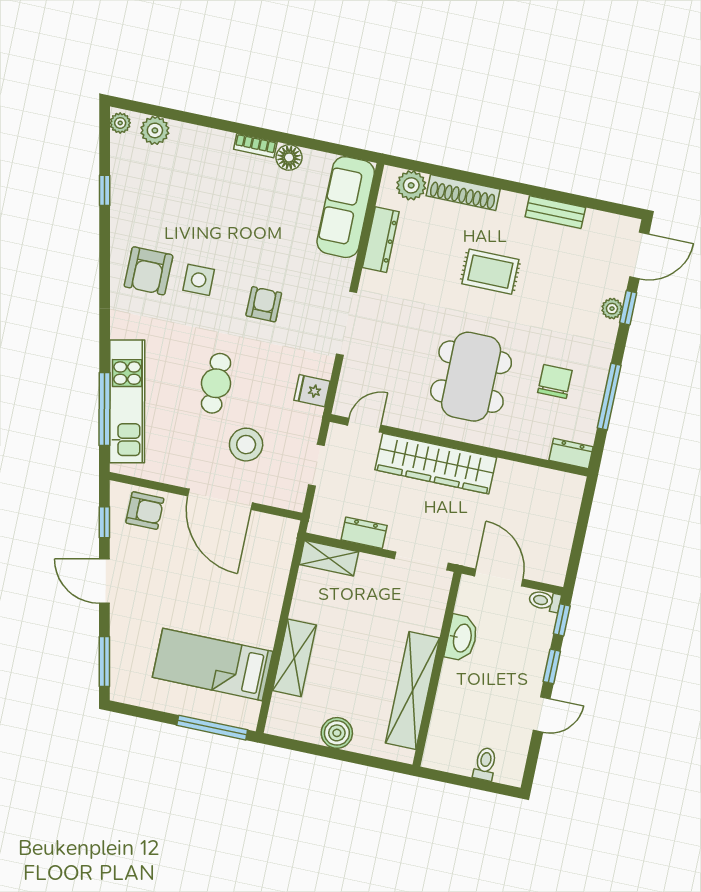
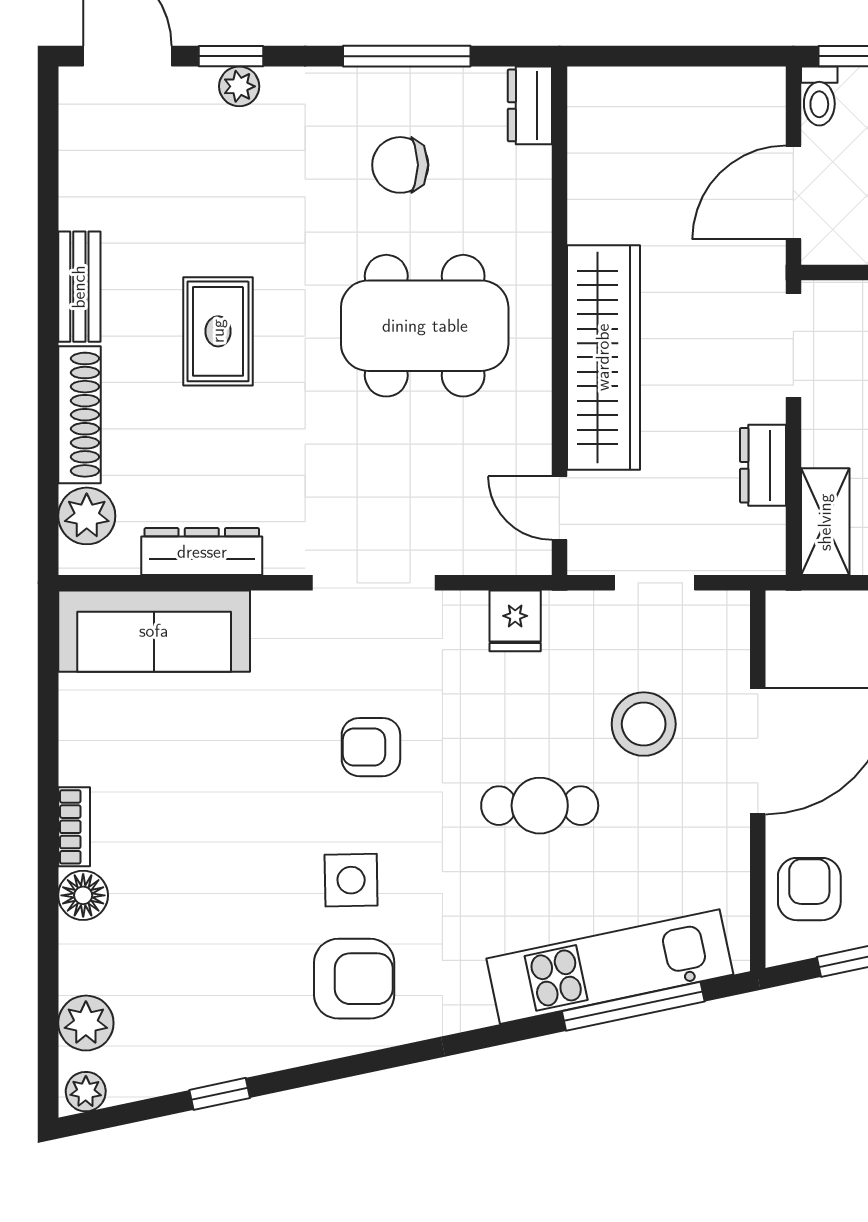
floor lamp: (289, 157) -> (83, 895), moved
bench: (555, 212) -> (79, 287), moved

